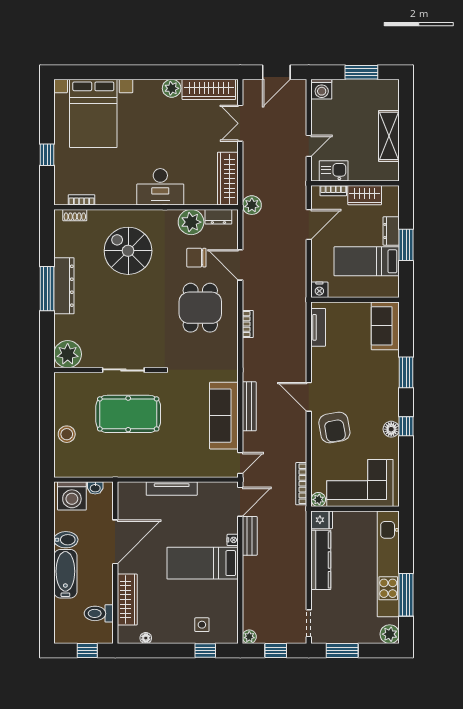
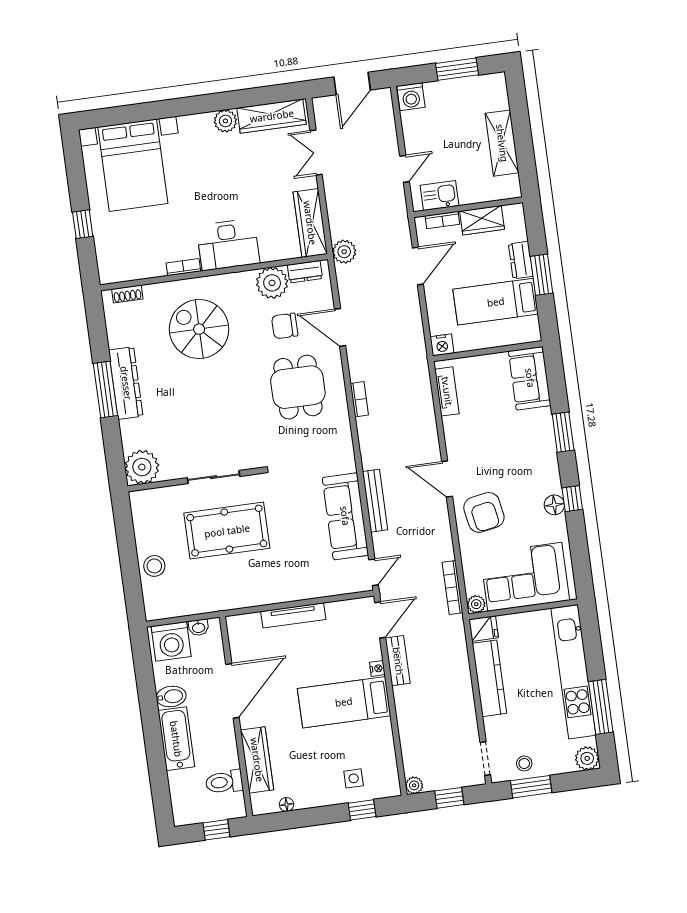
bookcase: (81, 200) -> (183, 267), moved
stool: (339, 631) -> (524, 763), added

